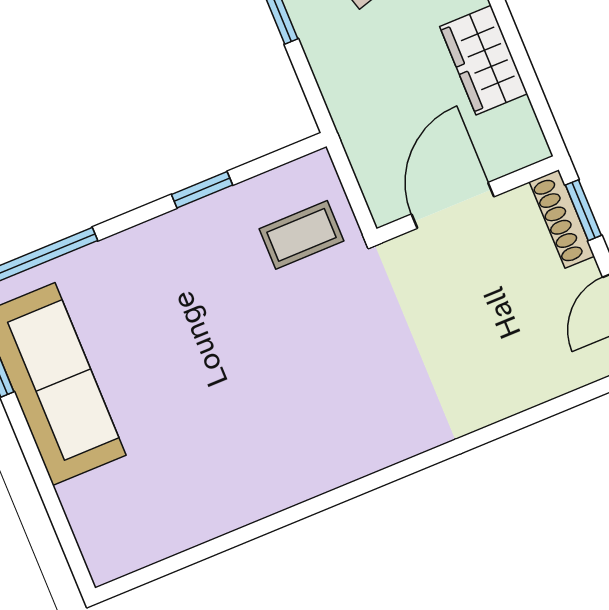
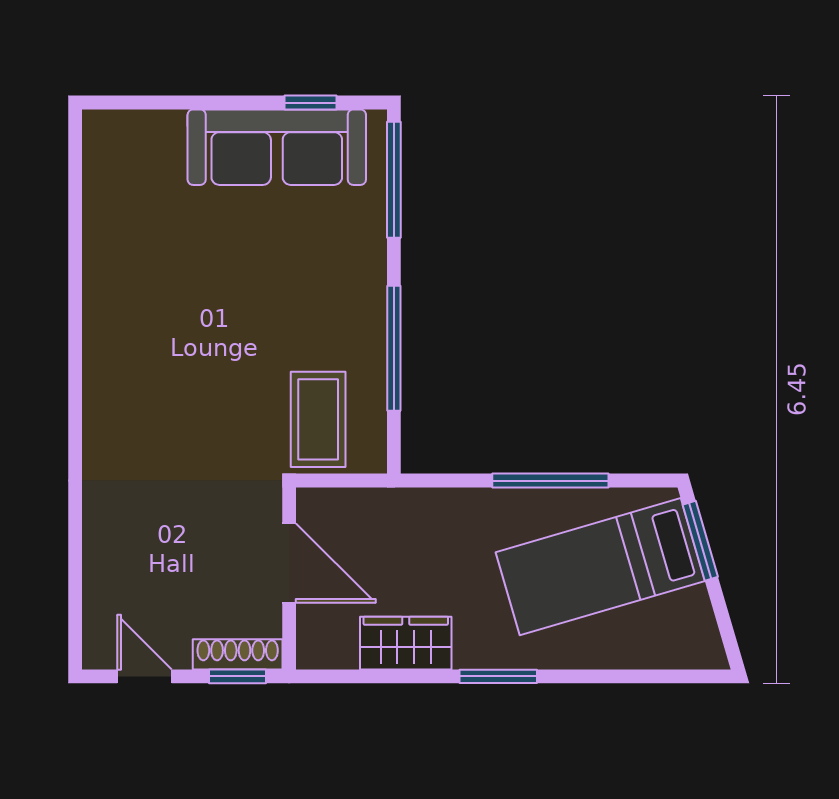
window: (202, 190) -> (394, 348), width x2.17
coffee table: (301, 235) -> (318, 419), width x1.36, depth x1.30

